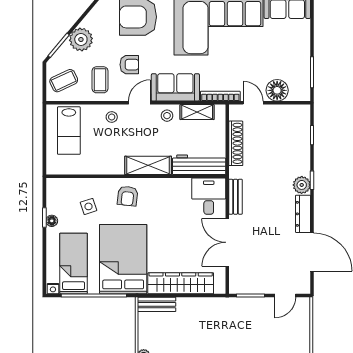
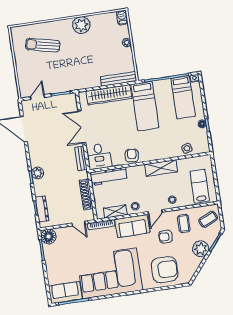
floor lamp: (277, 90) -> (49, 236), moved
shelving: (148, 165) -> (161, 168), moved
armchair: (128, 196) -> (132, 156), moved
side table: (89, 206) -> (187, 148), moved
dresser: (303, 214) -> (42, 209), moved
double door: (227, 242) -> (82, 127), swing flipped
bed: (123, 259) -> (145, 106), width x0.67
bench: (157, 304) -> (119, 79), width x1.36

